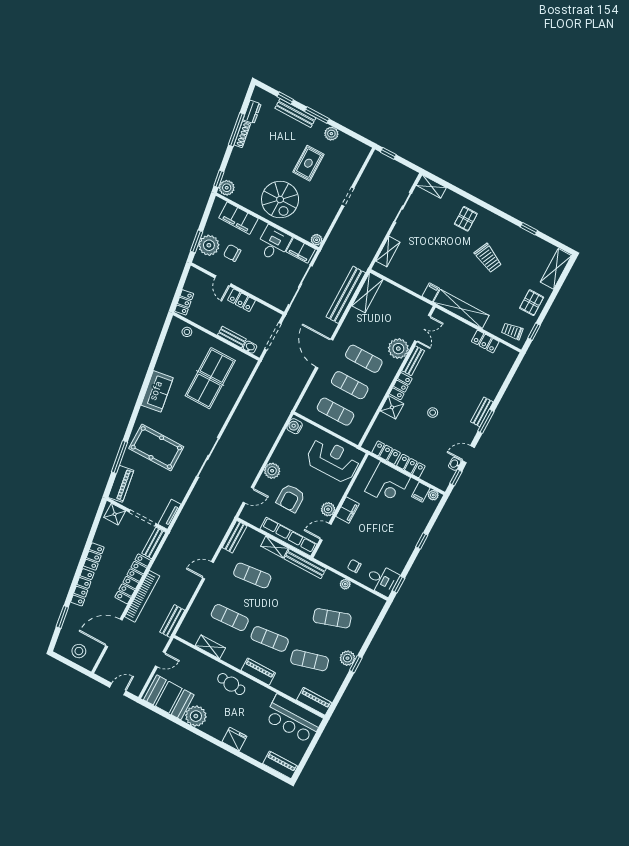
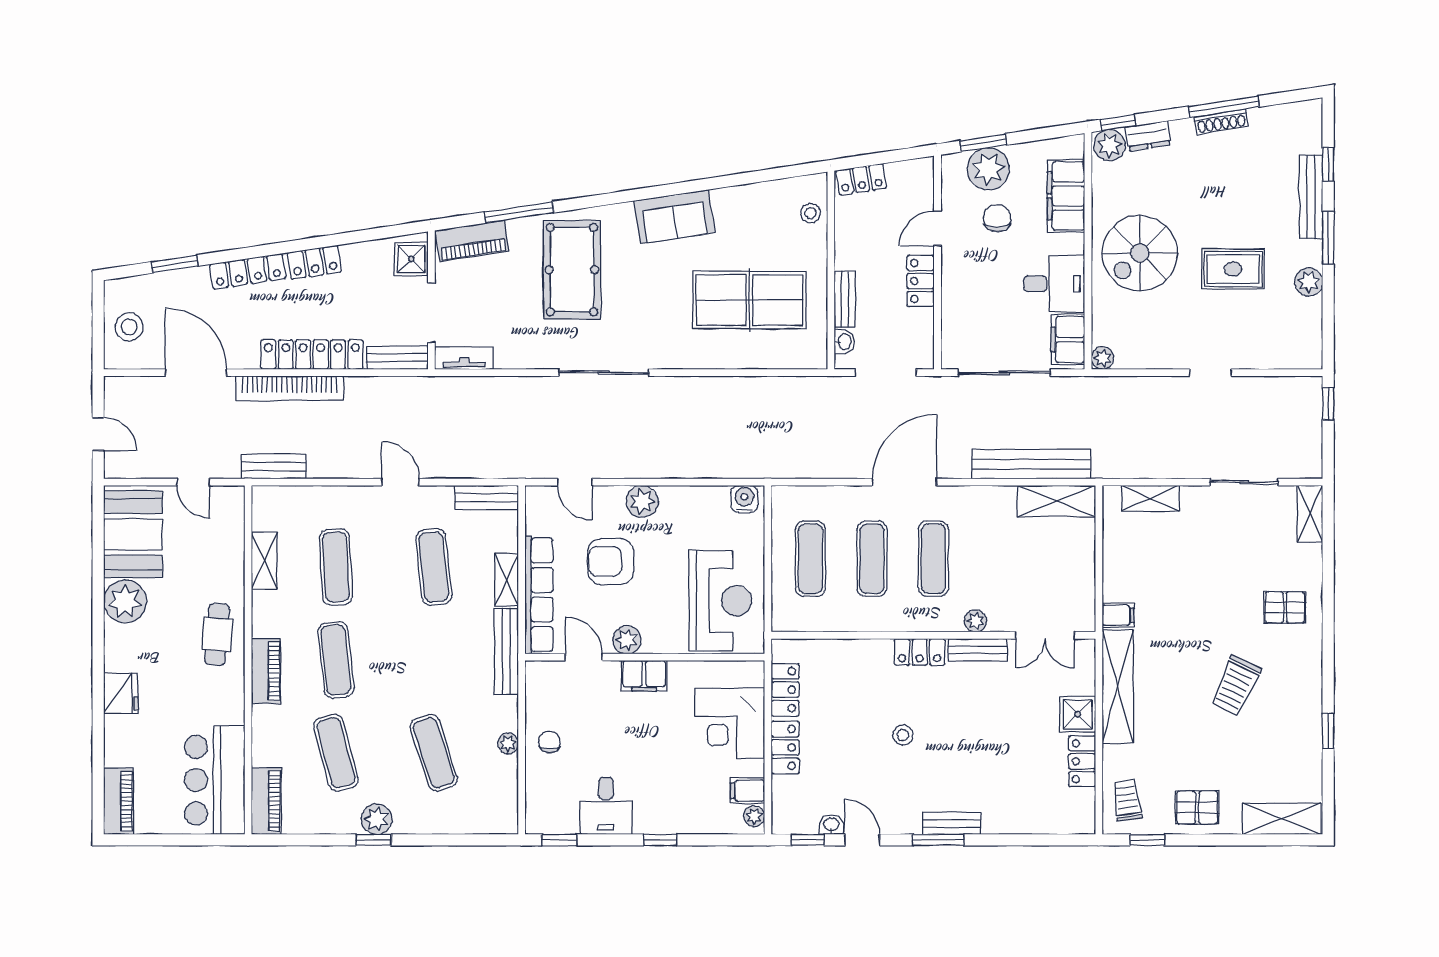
dresser: (252, 112) -> (1148, 136), moved
plant: (398, 349) -> (975, 621), width x0.53, depth x0.53
shower: (392, 407) -> (1078, 714), moved
desk: (382, 580) -> (606, 806), moved

